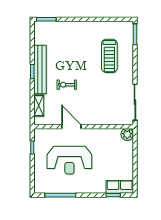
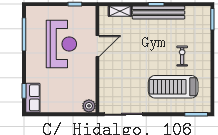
treadmill: (109, 56) -> (173, 87), width x1.37, depth x1.37
exercise bike: (67, 85) -> (182, 56), moved
reception desk: (69, 160) -> (61, 44), turned 180

